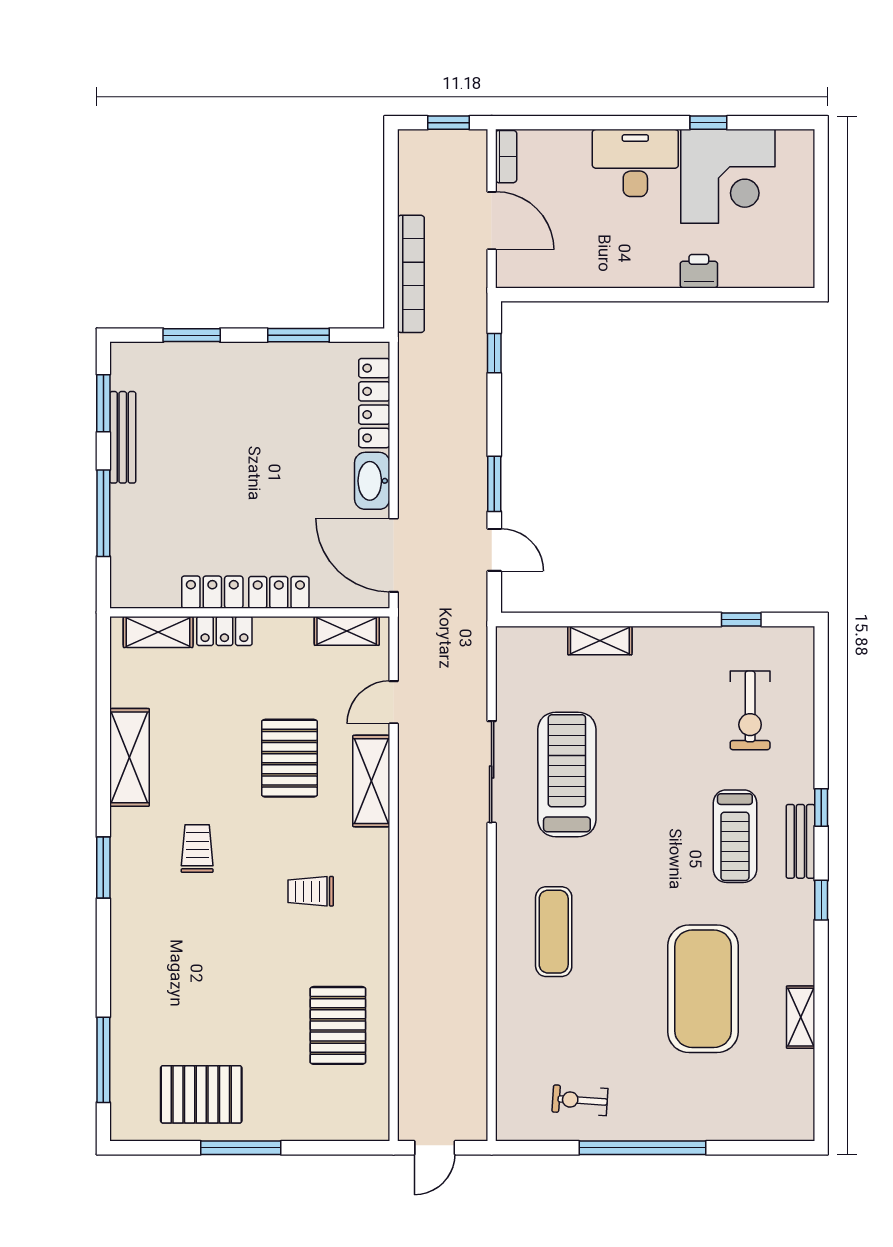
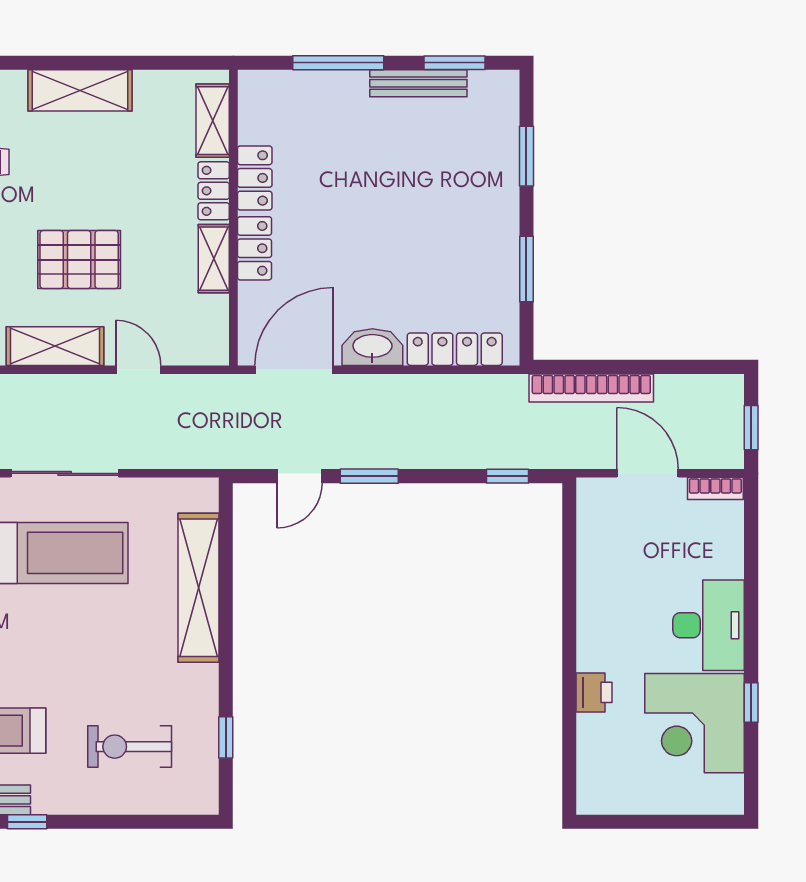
door: (492, 221) -> (648, 473), swing flipped
shelving: (347, 631) -> (214, 259), moved
shelving: (600, 641) -> (199, 588), width x2.20, depth x1.33

